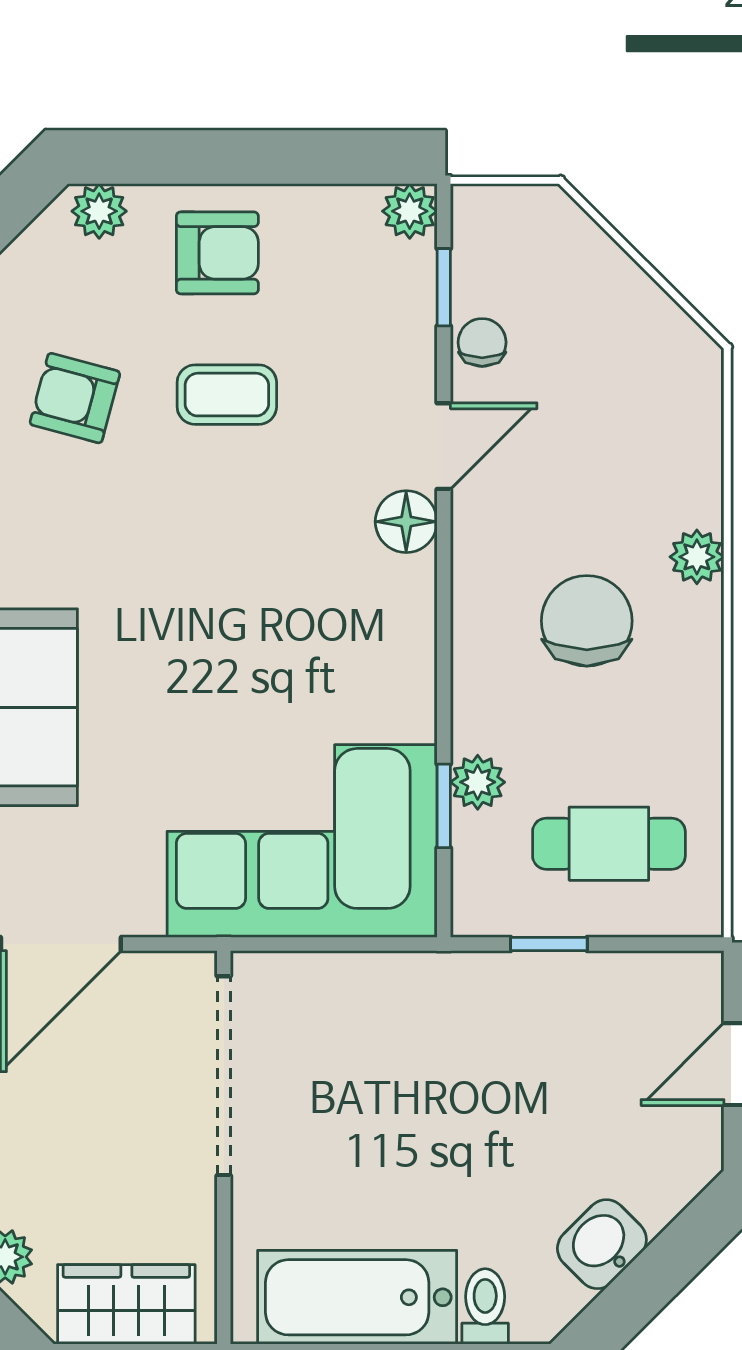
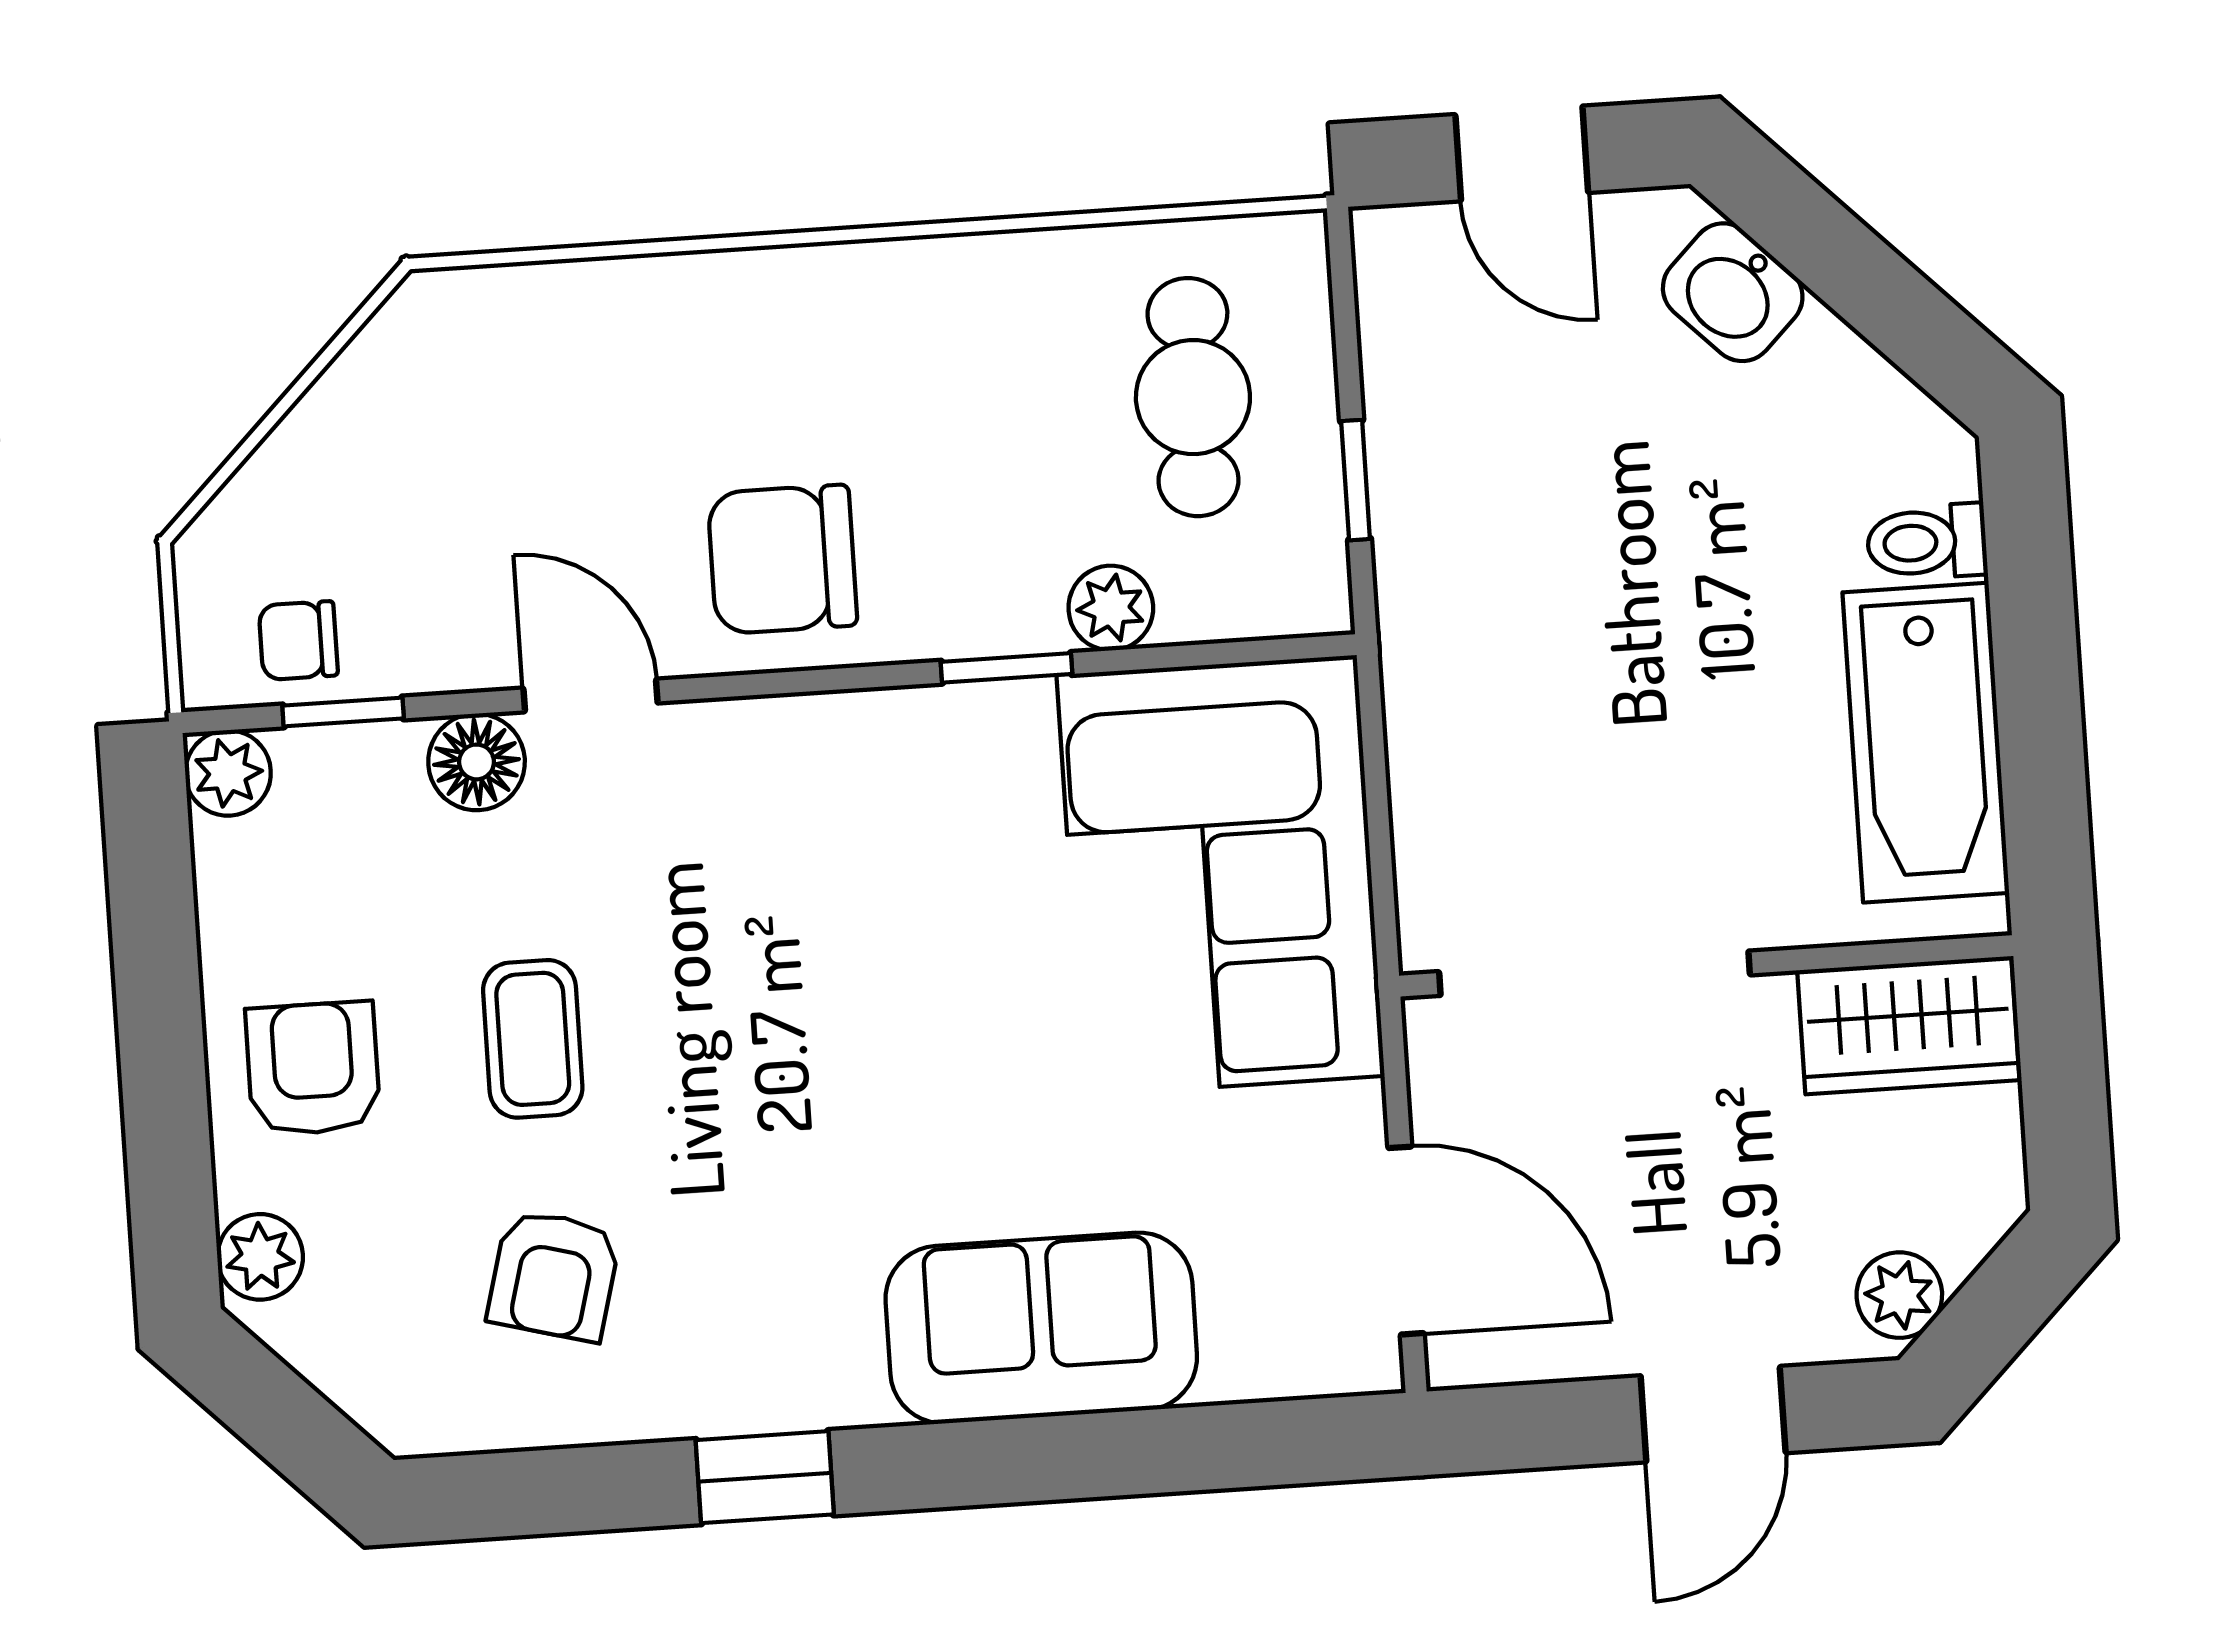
chair: (482, 342) -> (298, 640), moved
floor lamp: (406, 522) -> (477, 762), moved
plant: (697, 557) -> (737, 290), removed
chair: (587, 621) -> (782, 559), moved
window: (444, 806) -> (1006, 668), moved
washbasin: (602, 1244) -> (1733, 292), moved
wardrobe: (126, 1304) -> (1908, 1025), moved, turned -90

